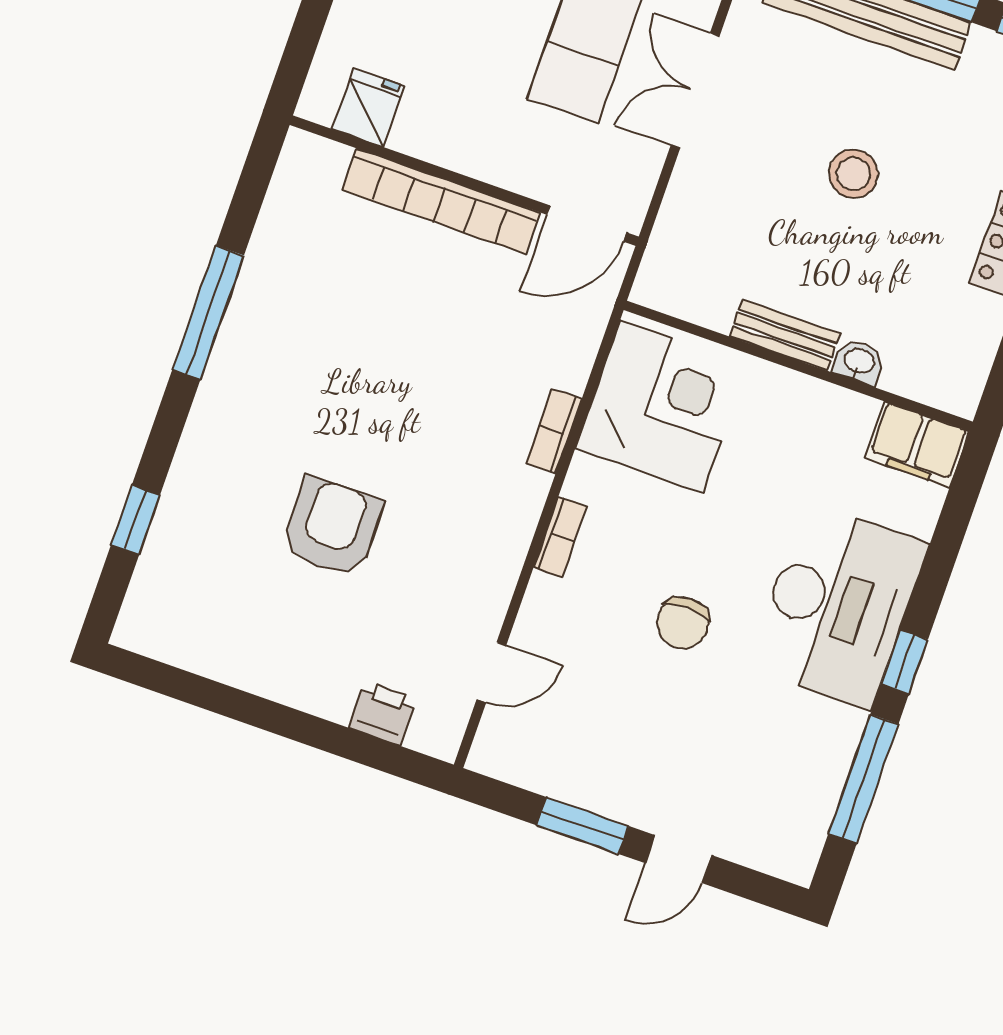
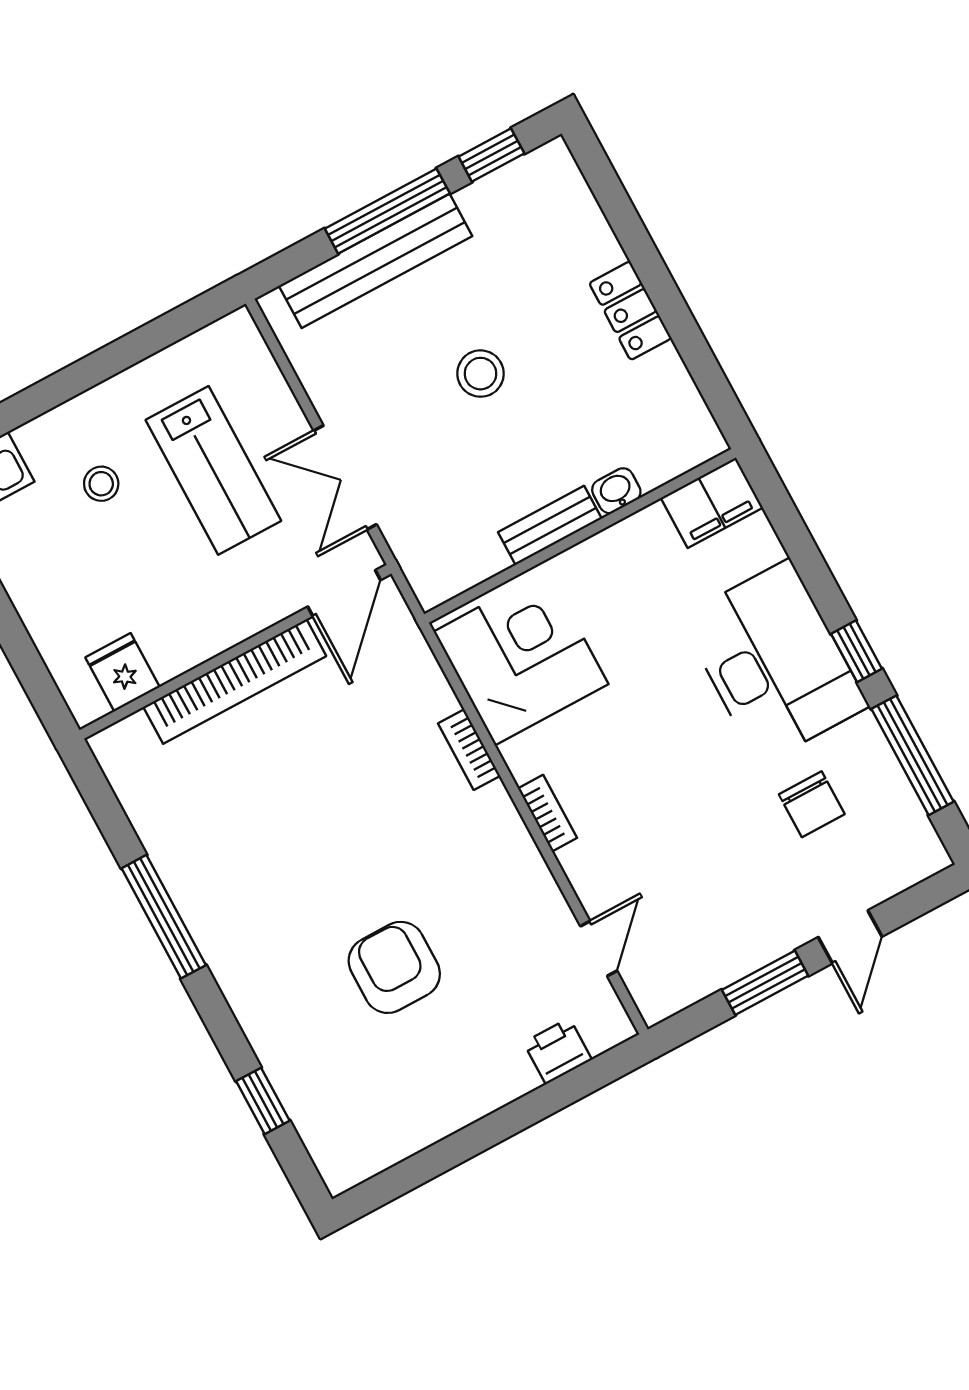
double door: (695, 90) -> (345, 478), moved
chair: (683, 623) -> (812, 804), moved

